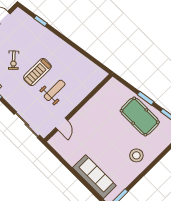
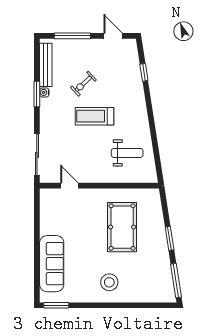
weight bench: (55, 90) -> (127, 153), moved
pool table: (140, 116) -> (122, 227), moved
door: (62, 124) -> (69, 186), swing flipped

